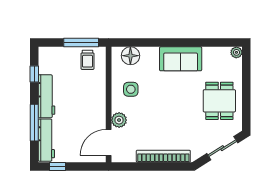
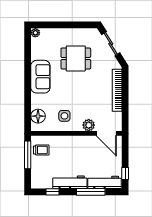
dining table: (219, 101) -> (76, 58), moved

